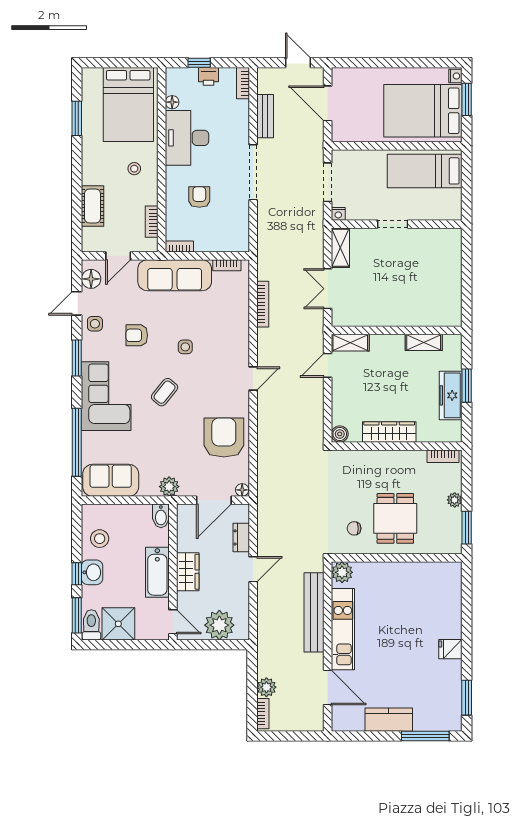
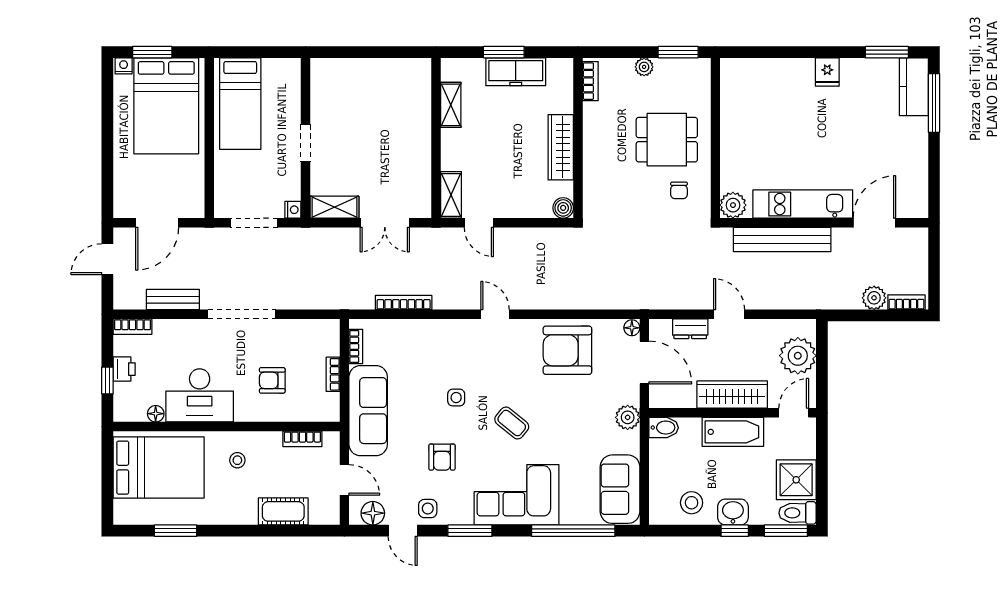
bookcase: (179, 247) -> (333, 374), moved
wardrobe: (188, 572) -> (732, 395), width x1.50
kitchen counter: (389, 720) -> (914, 87), moved

